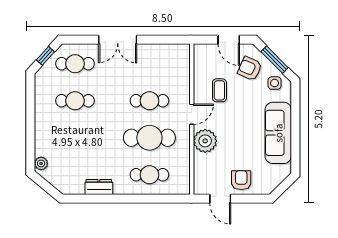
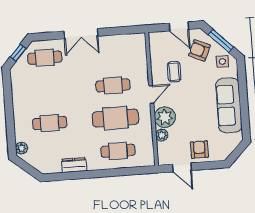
cafe table: (75, 101) -> (50, 123), moved
plant: (200, 161) -> (162, 135), added

